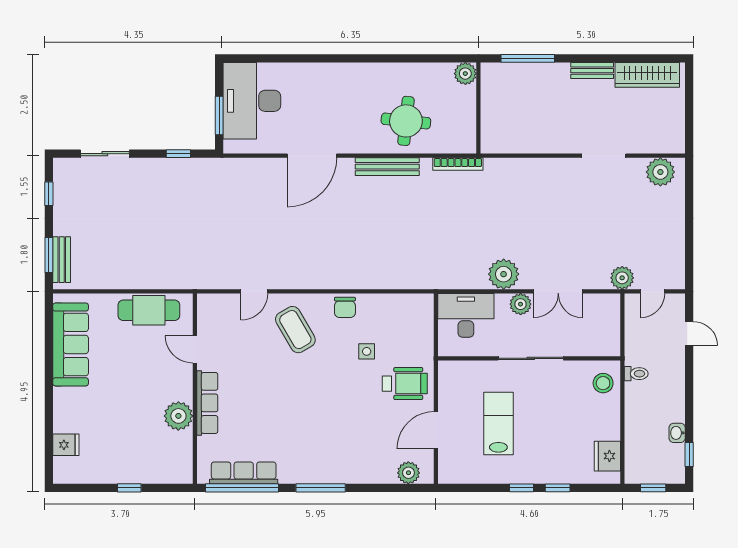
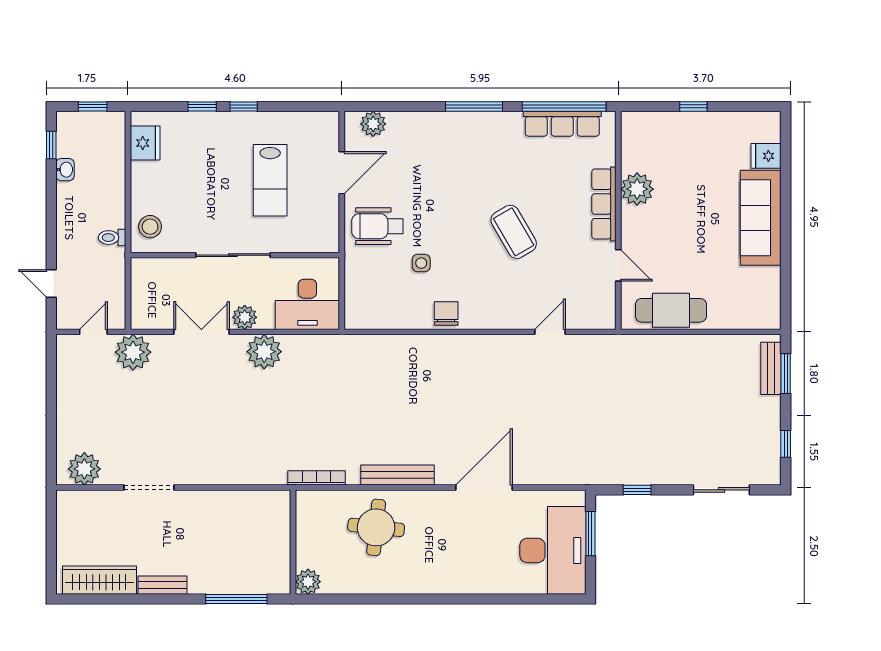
plant: (622, 278) -> (133, 352), width x1.36, depth x1.36
coffee table: (295, 330) -> (514, 232), moved
sofa: (71, 344) -> (761, 218), moved

